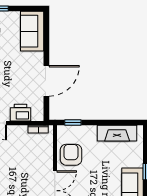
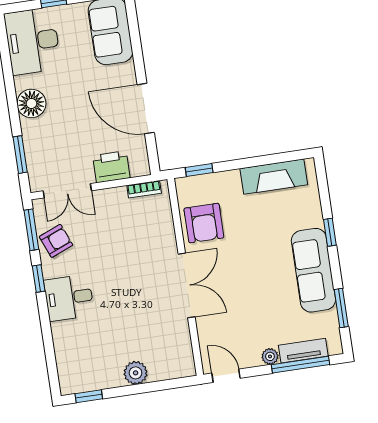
door: (46, 81) -> (146, 109), swing flipped
armchair: (71, 155) -> (204, 223), turned 180

